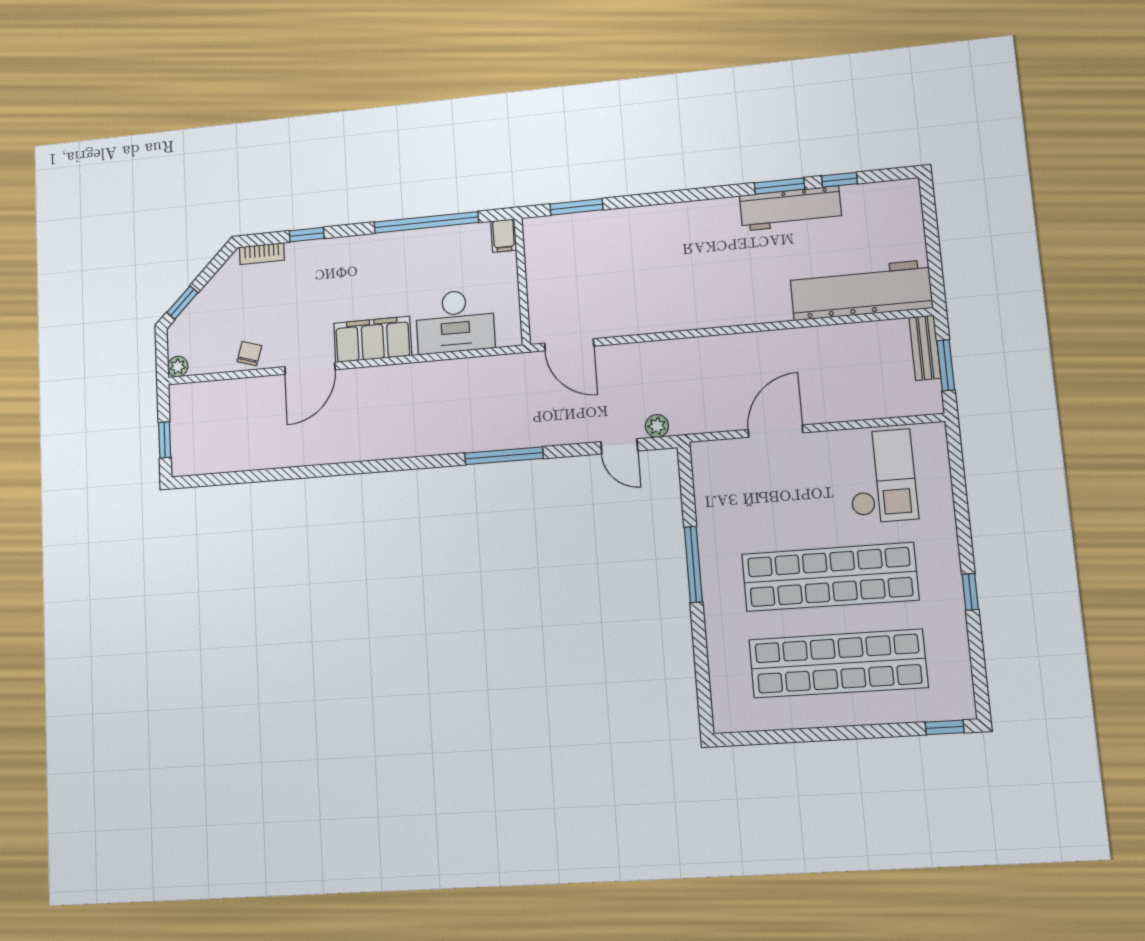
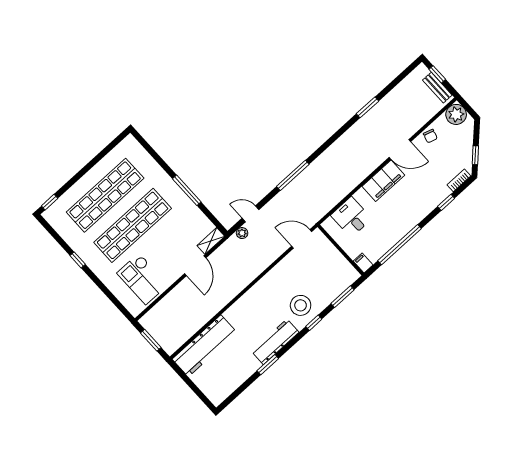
window: (839, 180) -> (314, 323), moved
workbench: (790, 208) -> (275, 342), moved
stool: (653, 241) -> (301, 305), added
window: (182, 302) -> (475, 155), moved
desk: (455, 321) -> (351, 217), width x0.73
bench: (925, 348) -> (437, 88), moved
plant: (178, 367) -> (456, 114), width x1.87, depth x1.87
door: (310, 368) -> (400, 150), swing flipped
shelving: (718, 452) -> (211, 241), added
window: (306, 472) -> (367, 107), added

